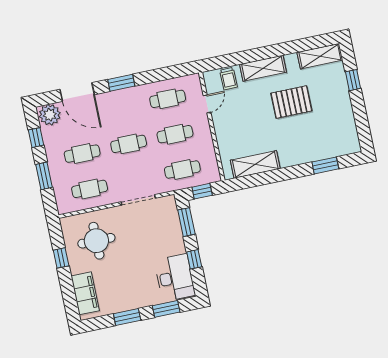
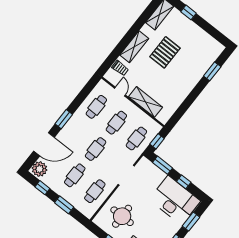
shelving: (255, 164) -> (145, 102), moved, turned 90
desk: (175, 278) -> (175, 200), width x1.36, depth x1.30

